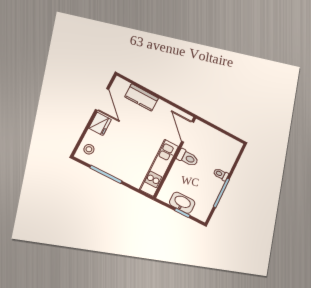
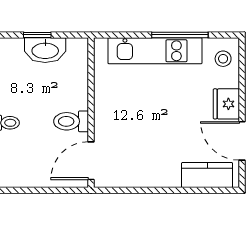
kitchen counter: (142, 97) -> (207, 175), moved
door: (188, 132) -> (91, 161), swing flipped
kitchen unit: (159, 168) -> (155, 51), moved, turned 90

